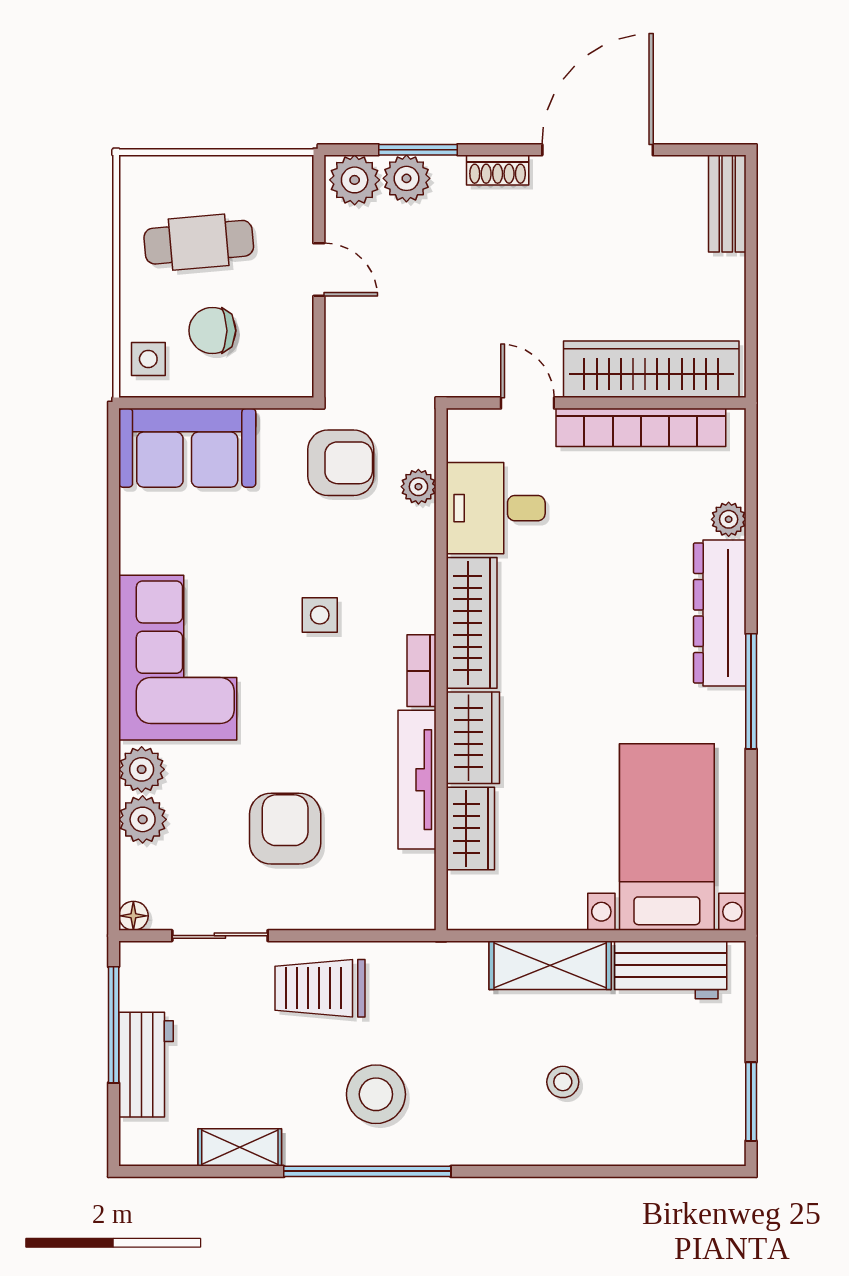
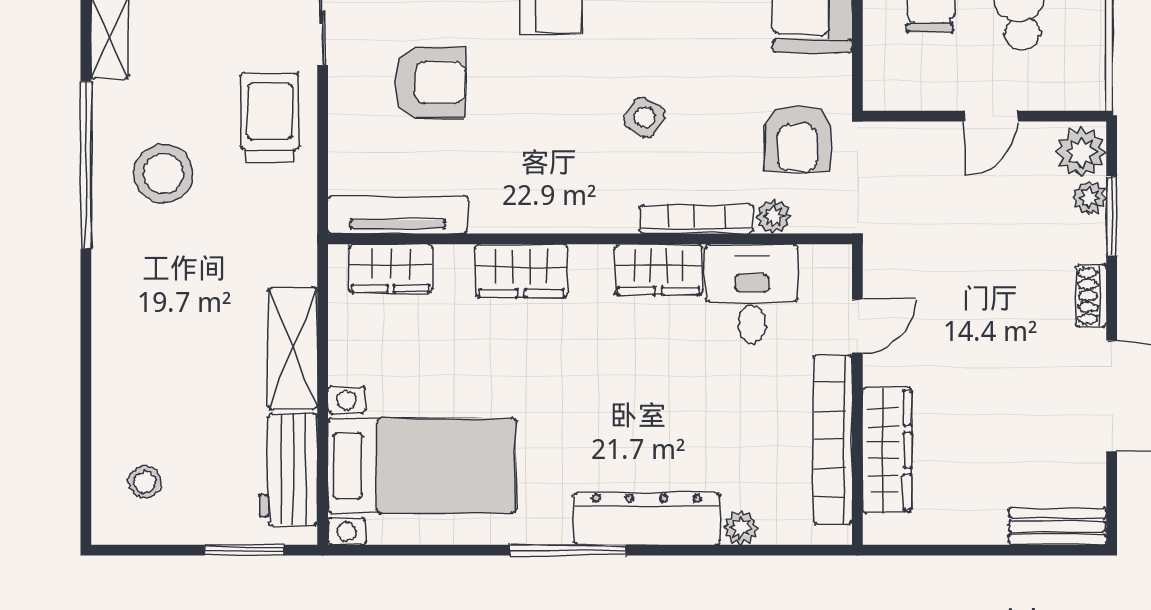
plant: (406, 178) -> (1089, 198), width x0.73, depth x0.73
wardrobe: (651, 369) -> (887, 450), width x0.71, depth x0.85
side table: (320, 615) -> (645, 117), turned 31
wardrobe: (472, 623) -> (658, 270), width x0.67
bookcase: (421, 671) -> (696, 219), moved, width x1.56
tv unit: (417, 780) -> (398, 215), moved
wardrobe: (470, 828) -> (391, 268), moved
stool: (563, 1082) -> (145, 482), moved
window: (751, 1102) -> (244, 550), moved

